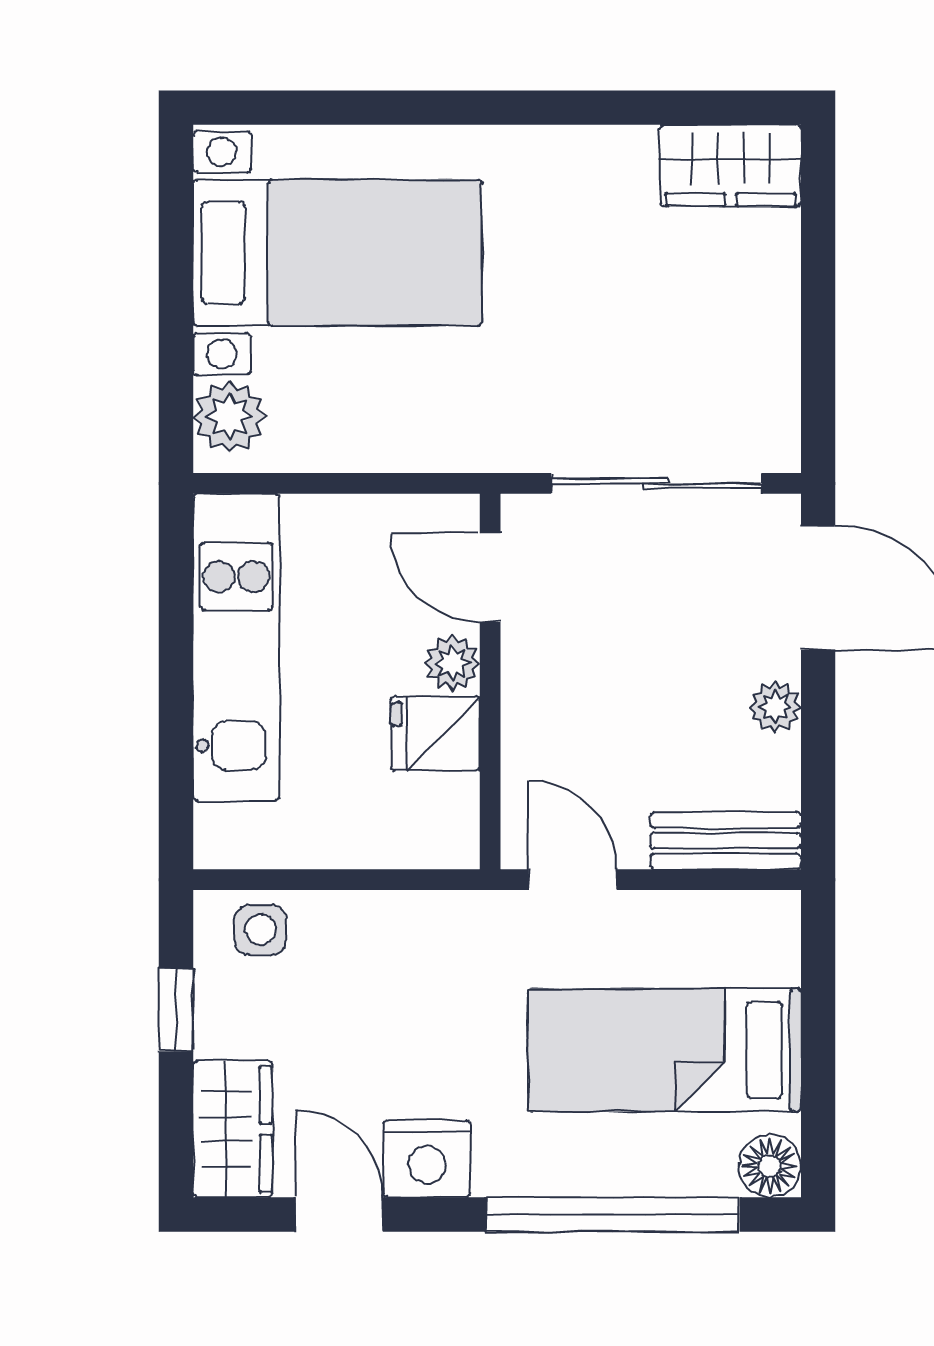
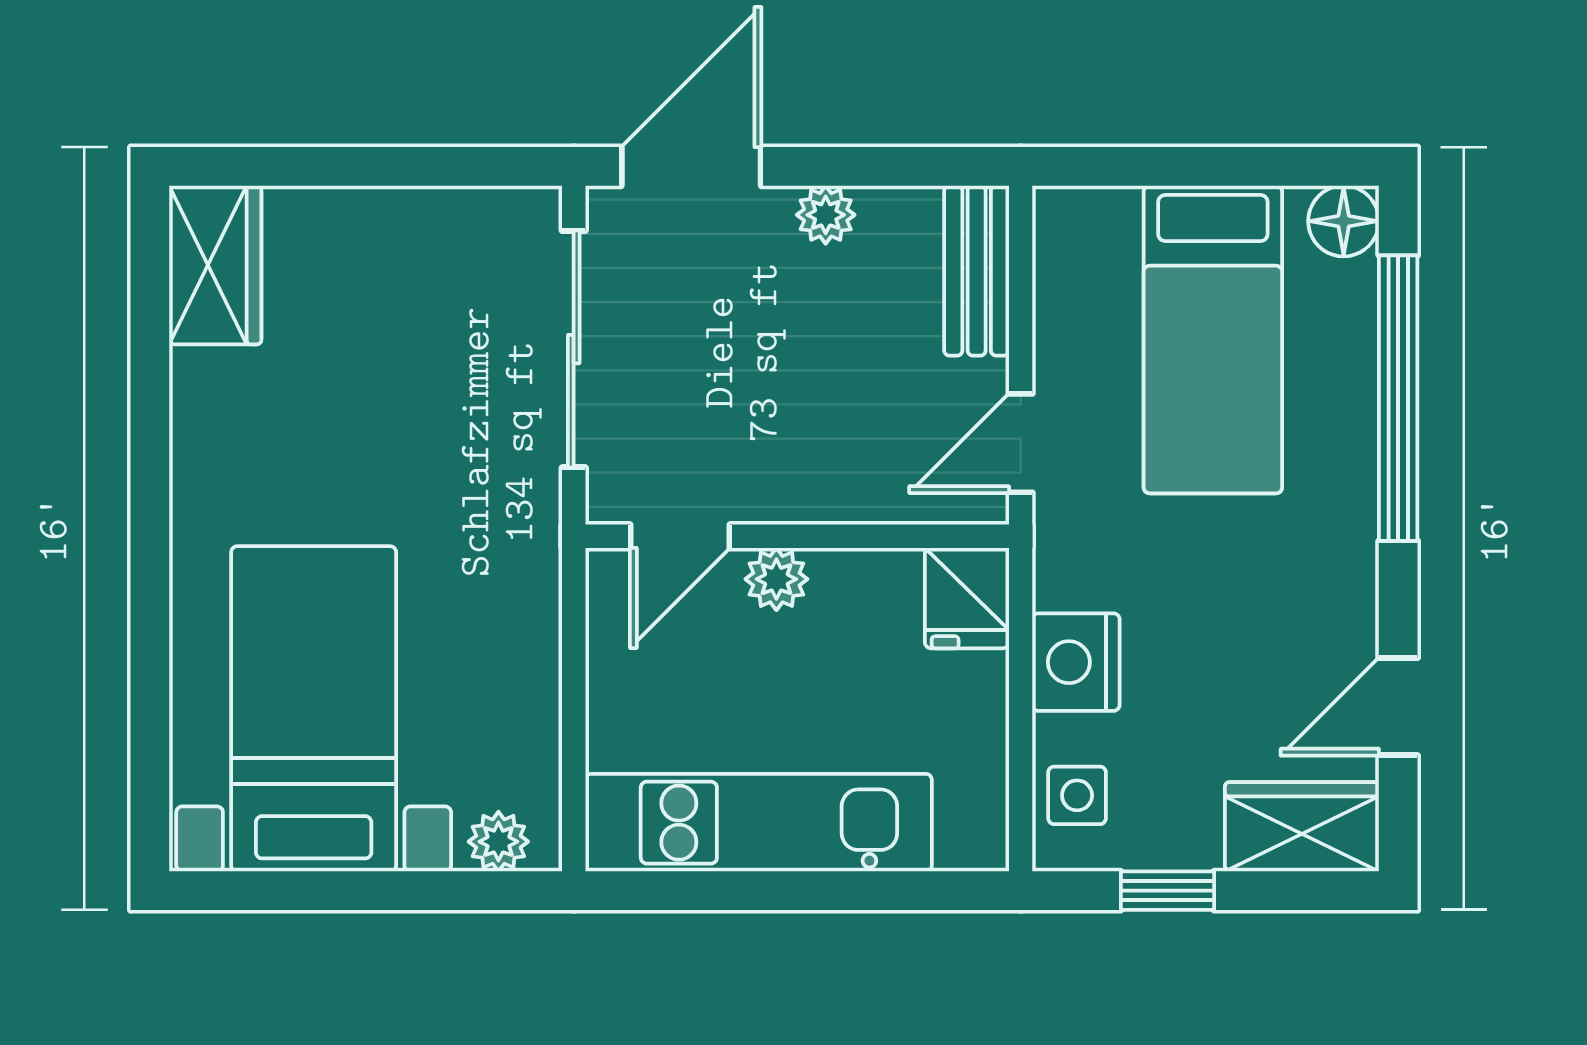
plant: (230, 417) -> (498, 842), width x0.73, depth x0.73
fridge: (435, 734) -> (967, 598), moved
nightstand: (427, 1159) -> (1076, 662), moved, turned 180

